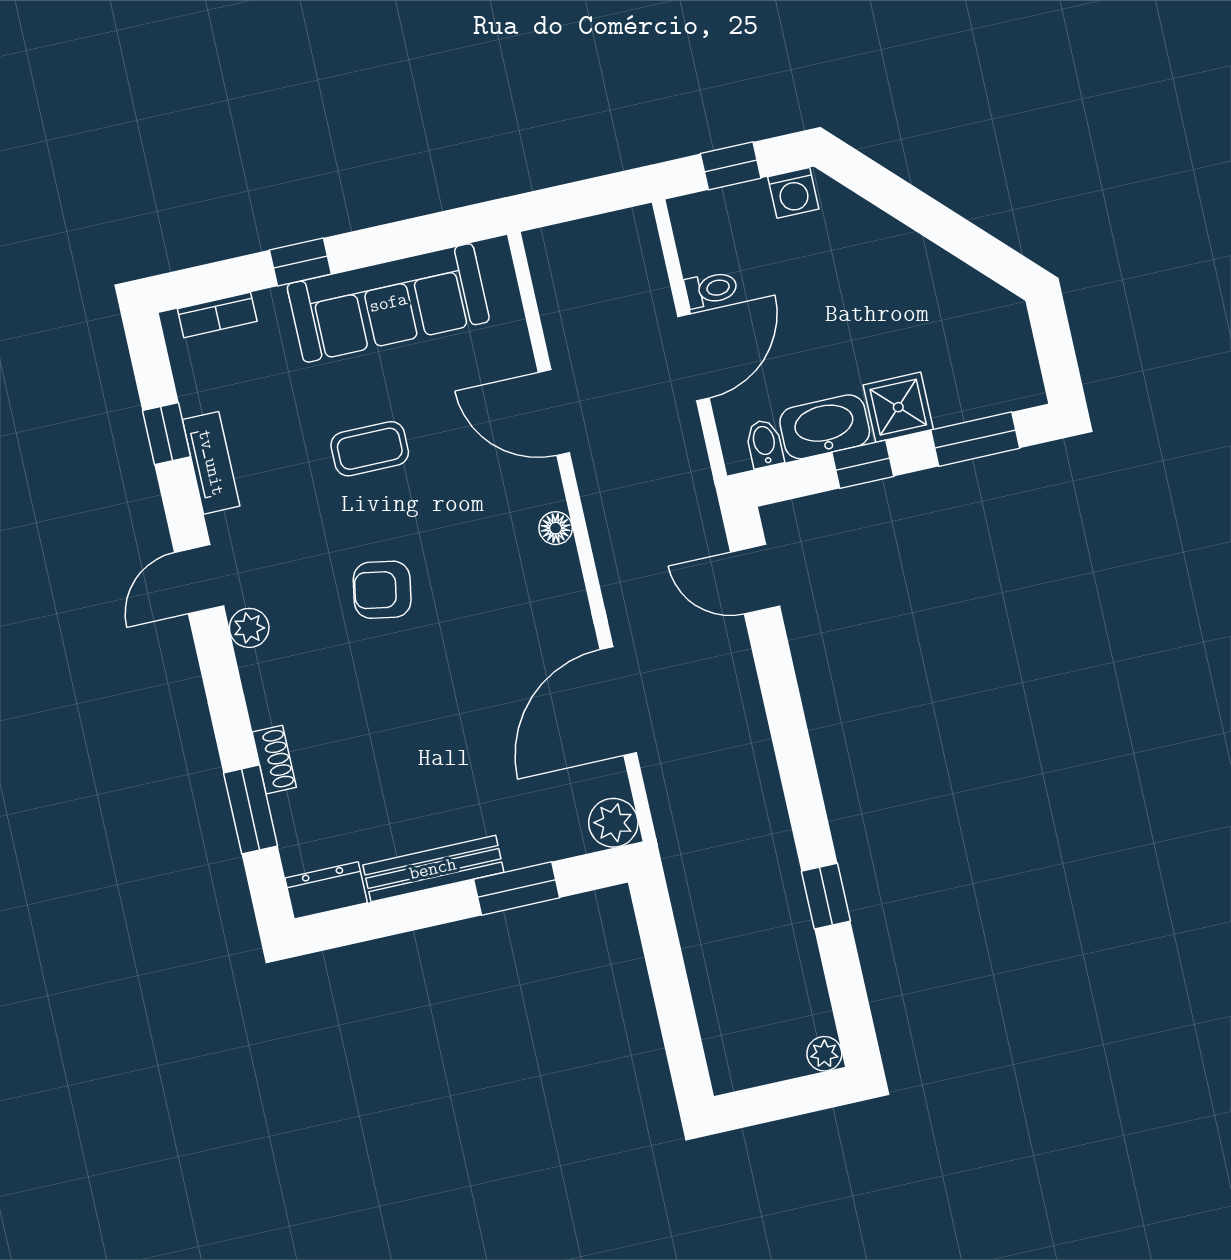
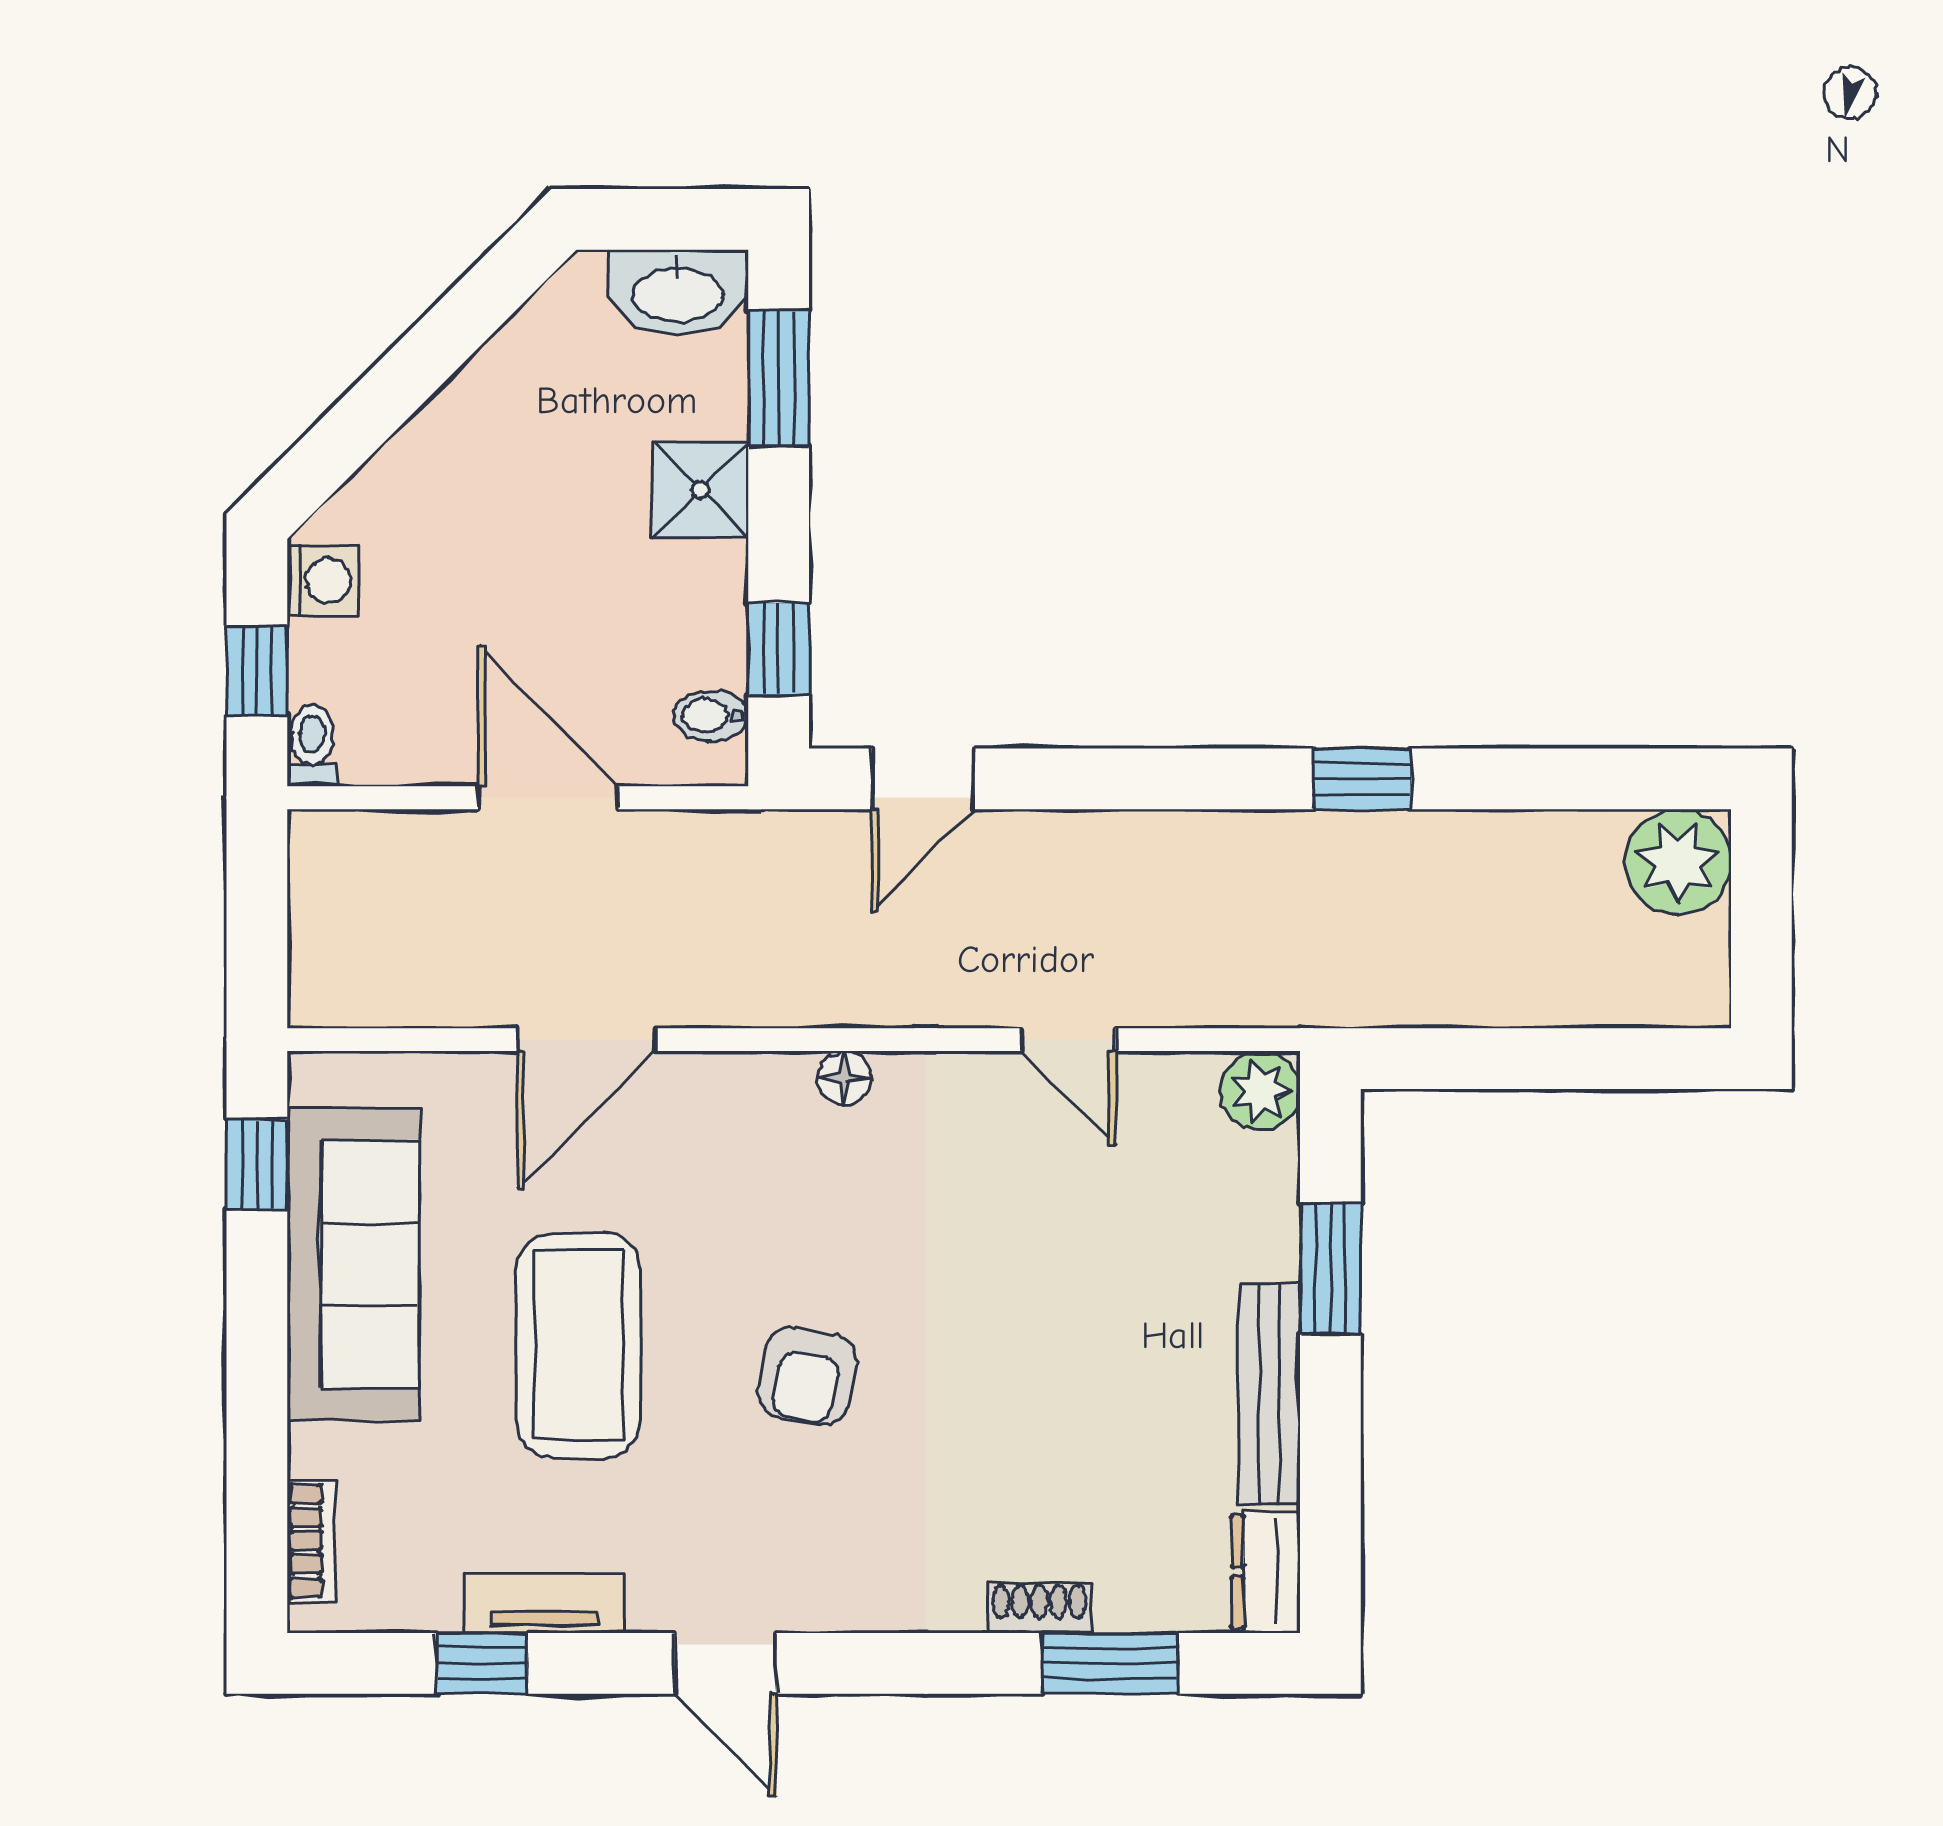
window: (300, 262) -> (257, 1165), moved
toilet: (711, 289) -> (312, 745), moved
washbasin: (825, 427) -> (678, 292), moved, turned -90
coffee table: (370, 449) -> (578, 1345), width x1.86, depth x1.72
window: (863, 464) -> (779, 649), moved
floor lamp: (556, 528) -> (844, 1078), moved
plant: (249, 628) -> (821, 1601), removed
door: (618, 701) -> (1069, 1040), width x0.53
window: (826, 896) -> (1362, 779), moved
plant: (824, 1054) -> (1678, 862), width x1.88, depth x1.88

